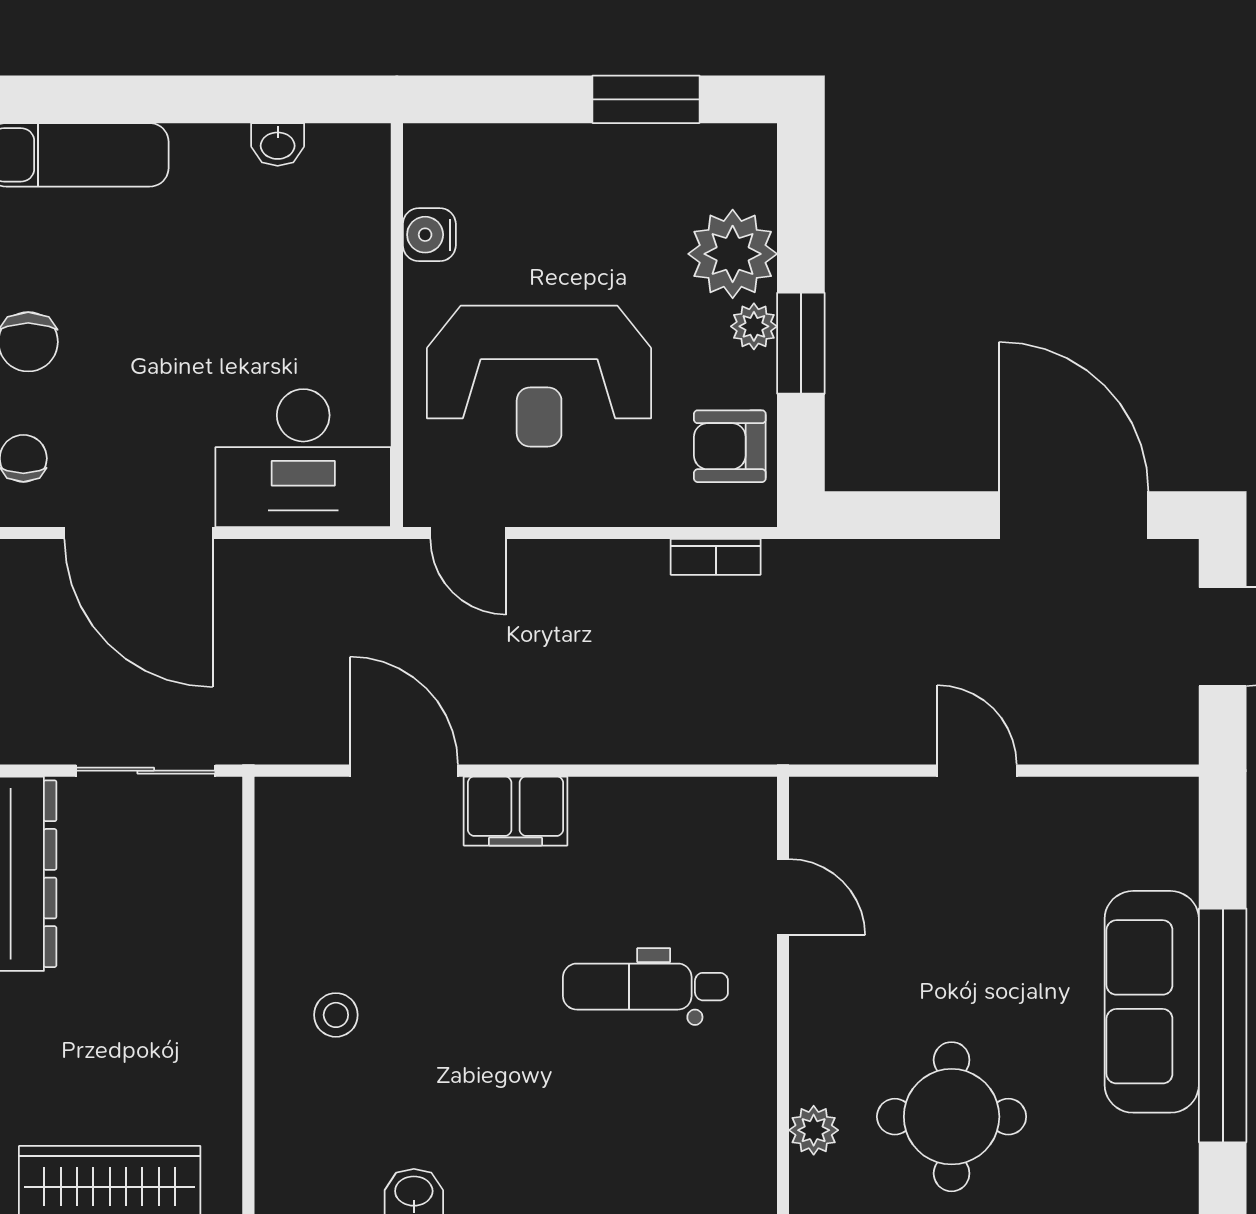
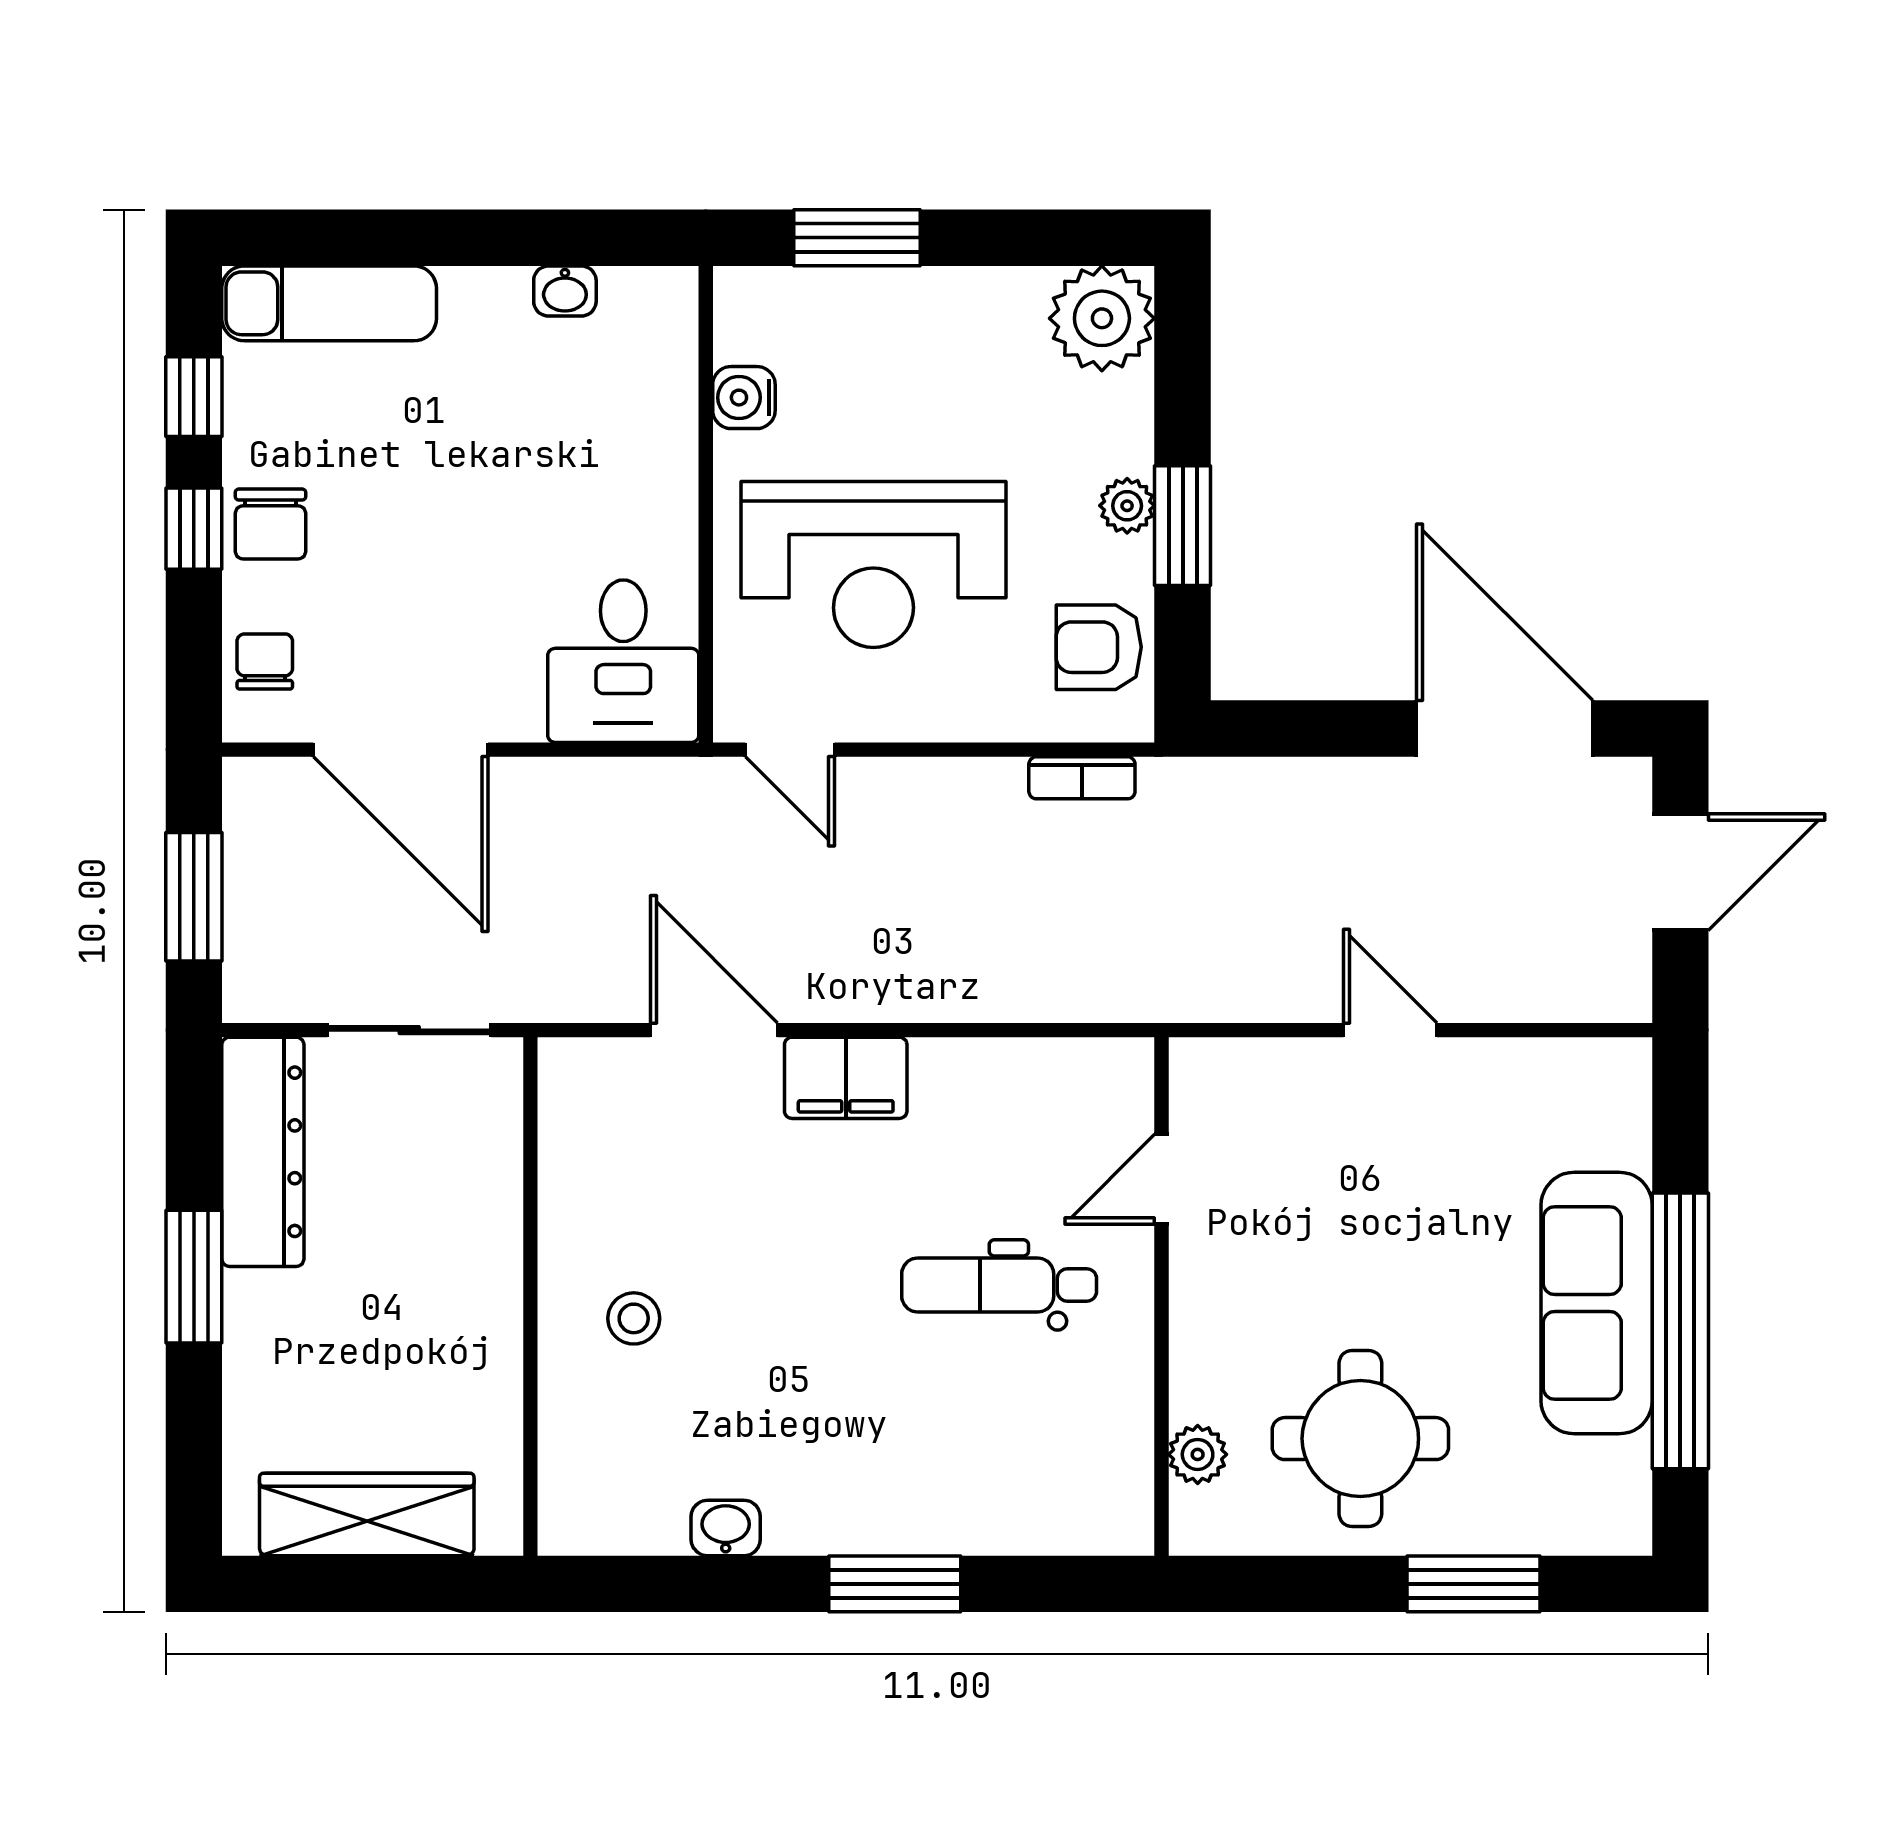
window: (646, 99) -> (857, 238), moved
plant: (733, 254) -> (1102, 318), moved
desk: (303, 458) -> (623, 661), width x0.73
door: (783, 897) -> (1161, 1179), swing flipped

